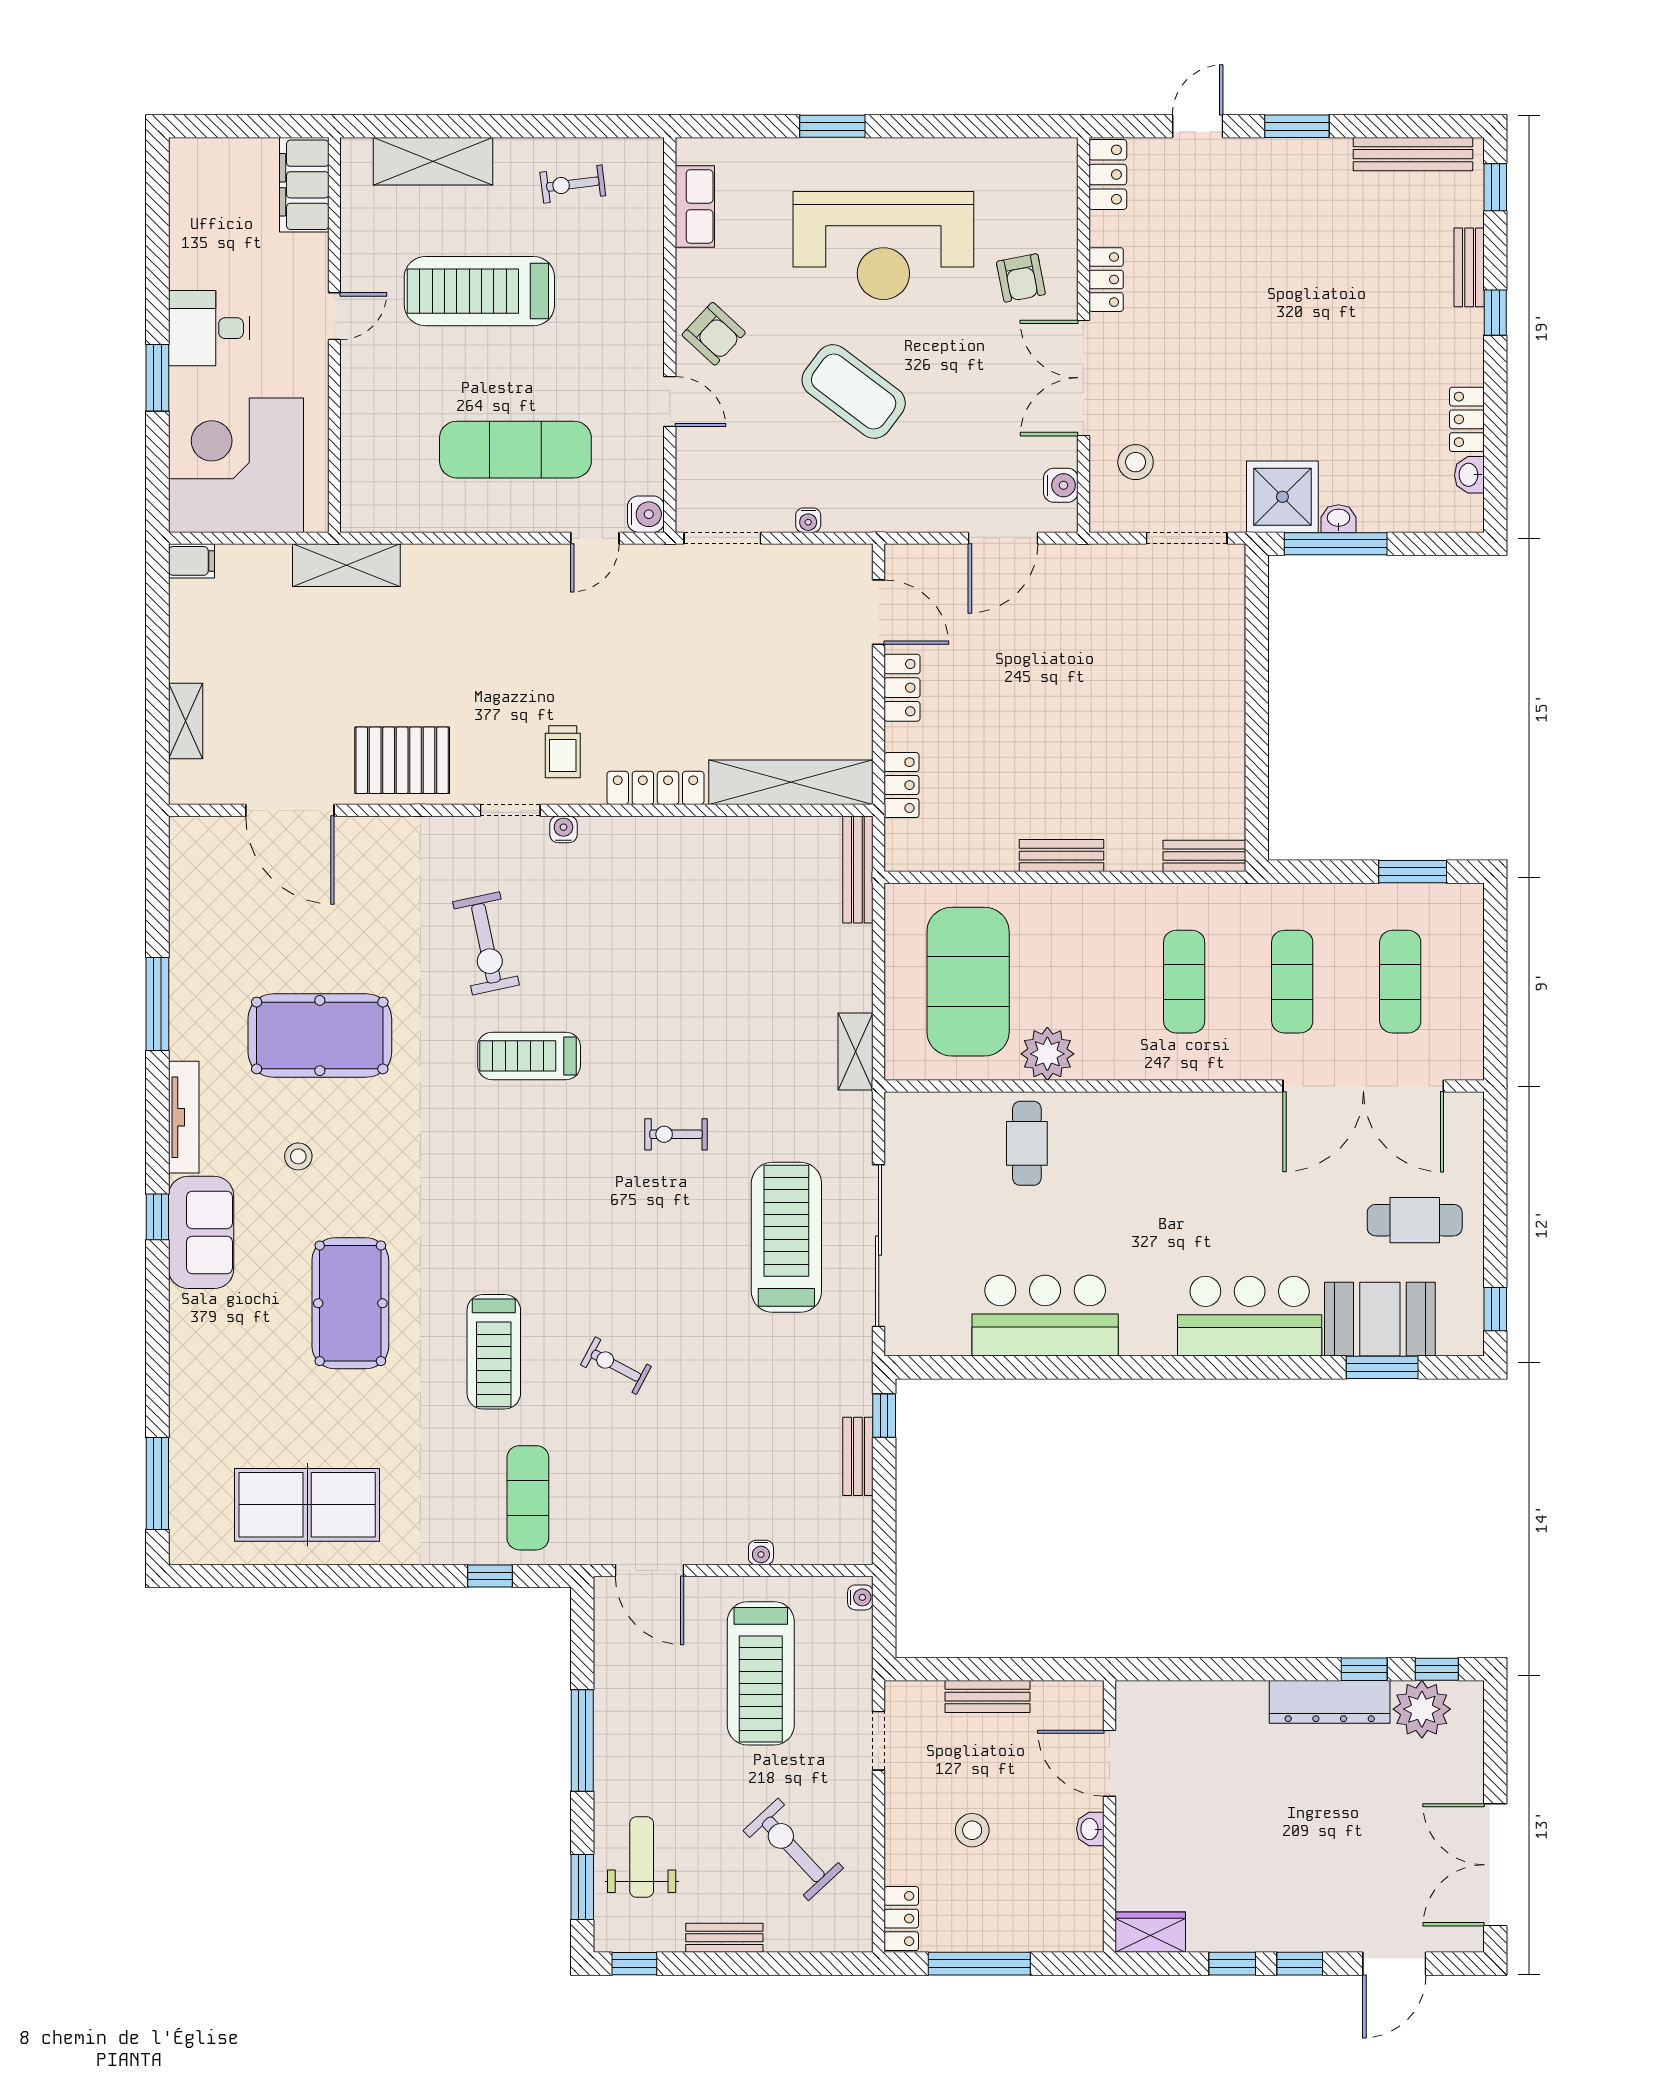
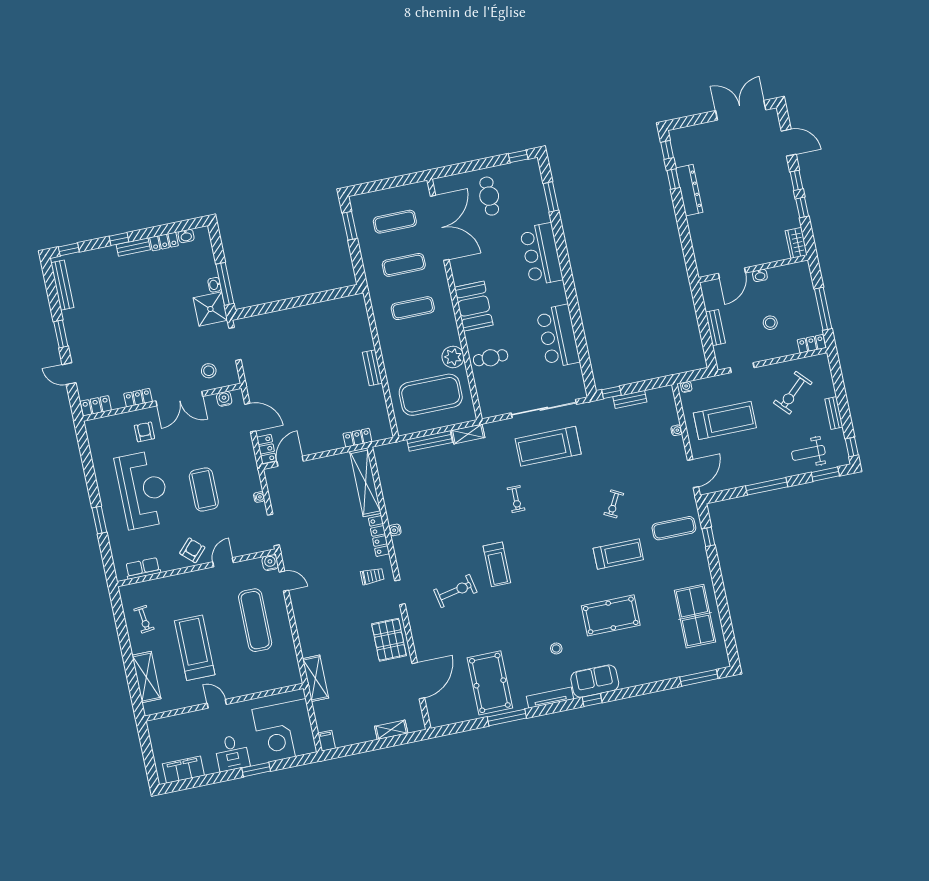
filing cabinet: (304, 185) -> (183, 770), moved, turned 180
bench: (1469, 267) -> (133, 247), moved
armchair: (1021, 278) -> (144, 432), turned -79
treadmill: (479, 291) -> (195, 648), turned 180
coffee table: (854, 392) -> (204, 489), turned -37
locker: (902, 688) -> (266, 449), moved, turned 90
water cooler: (563, 829) -> (395, 530), moved
bench: (1204, 856) -> (361, 310), removed
bench: (858, 869) -> (430, 441), moved
pool table: (320, 1035) -> (490, 683), moved
booth: (1380, 1319) -> (474, 306), moved
plant: (1422, 1709) -> (684, 153), removed
double door: (1495, 1865) -> (741, 110), swing flipped

